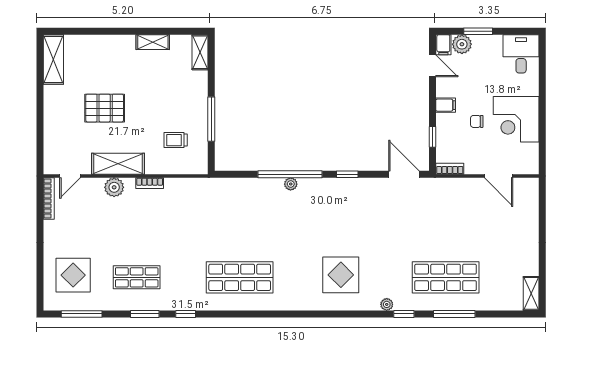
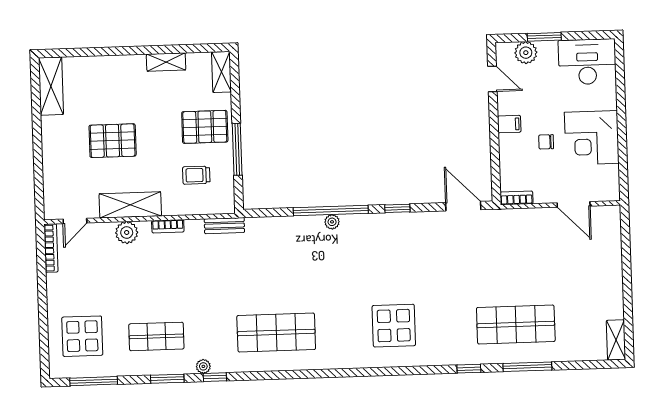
filing cabinet: (443, 45) -> (504, 54), removed
desk: (521, 54) -> (587, 62), width x1.37
pallet: (184, 99) -> (205, 127), added
window: (432, 137) -> (495, 162), removed
bench: (198, 184) -> (224, 226), added
plant: (387, 304) -> (203, 366), moved

